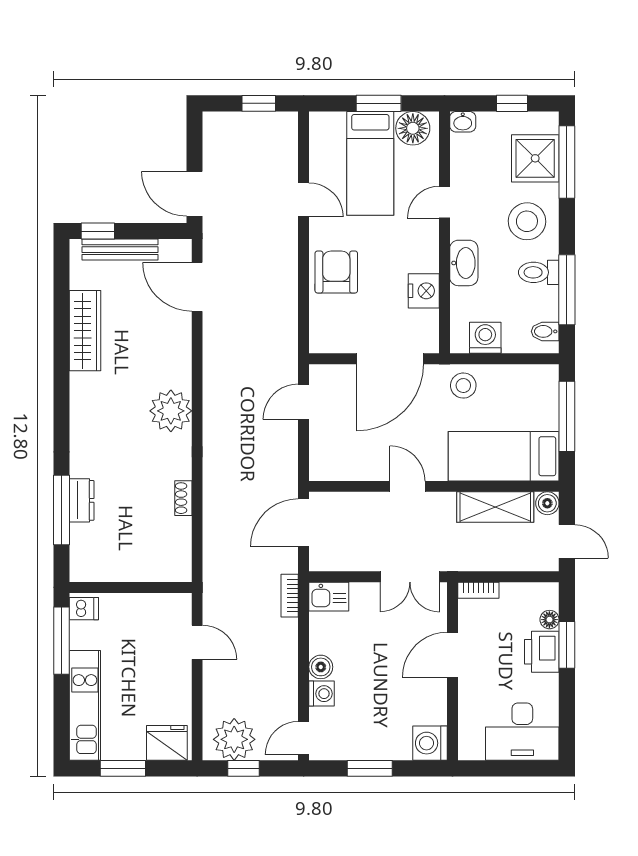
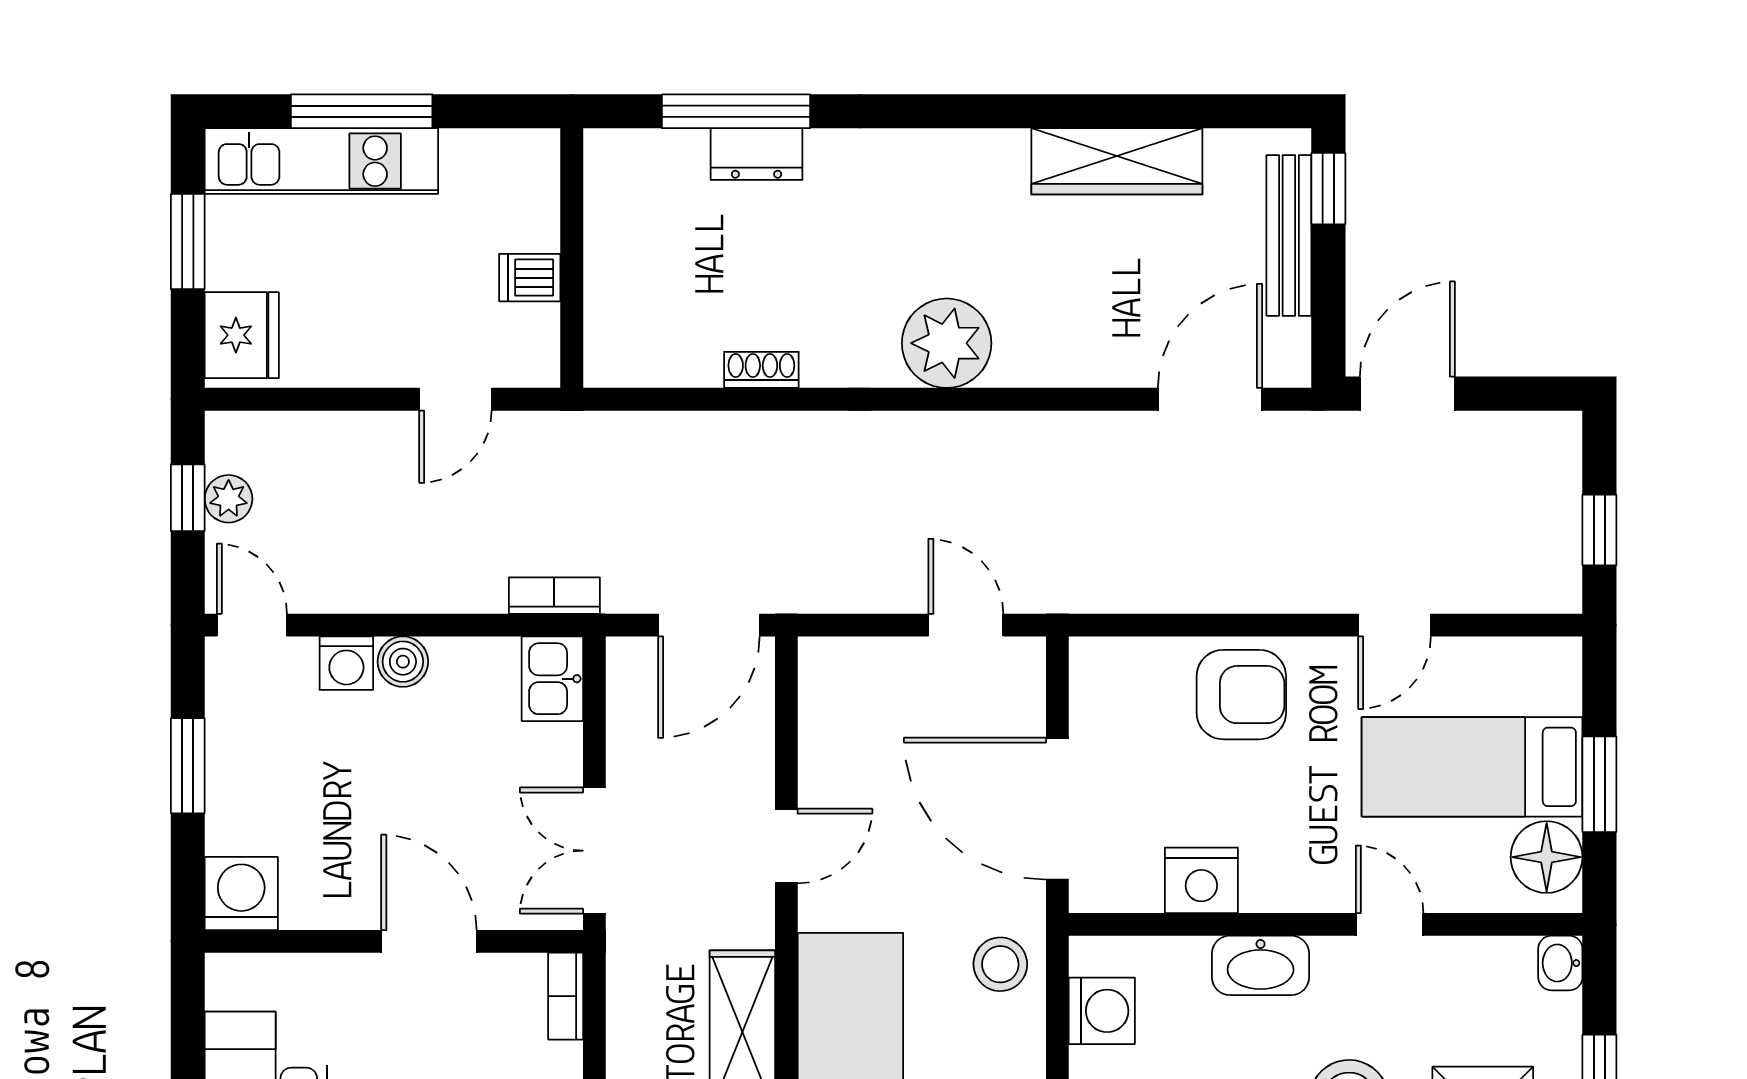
door: (304, 523) -> (709, 625), swing flipped
dishwasher: (84, 609) -> (530, 278), moved, turned 90
window: (61, 641) -> (362, 111), moved
plant: (234, 739) -> (229, 499), width x0.53, depth x0.53

